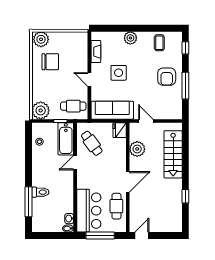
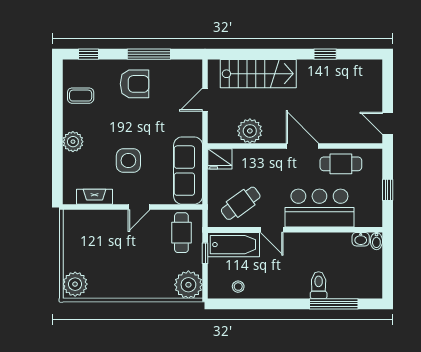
chair: (50, 62) -> (111, 269), removed
door: (146, 121) -> (205, 100), moved
bar counter: (89, 211) -> (319, 208), moved
window: (100, 235) -> (388, 190), width x0.46

